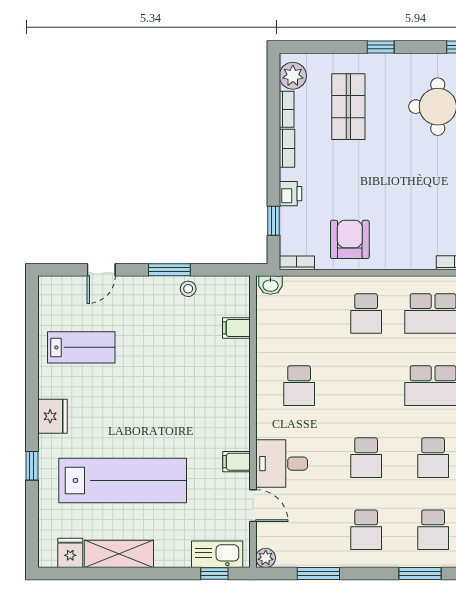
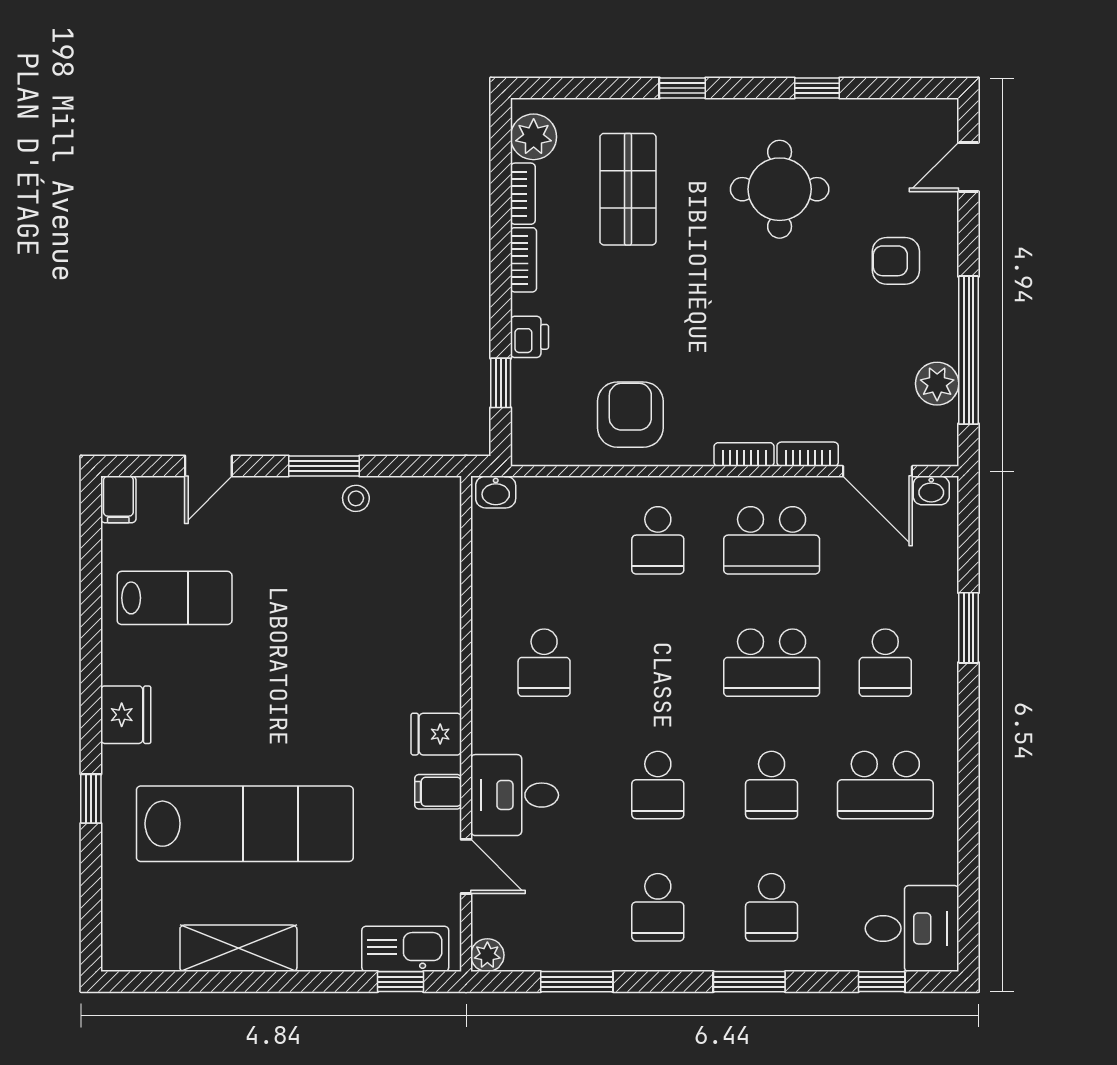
bookcase: (297, 263) -> (744, 454), moved
filing cabinet: (236, 328) -> (118, 499), moved, turned -90
fridge: (70, 553) -> (436, 734), moved, turned -90

